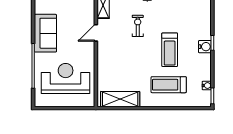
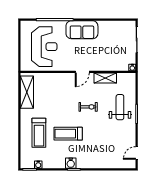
door: (96, 33) -> (82, 72), swing flipped
treadmill: (169, 85) -> (39, 133), turned 180

